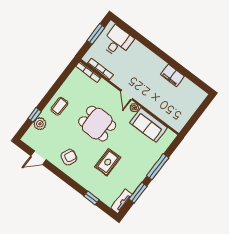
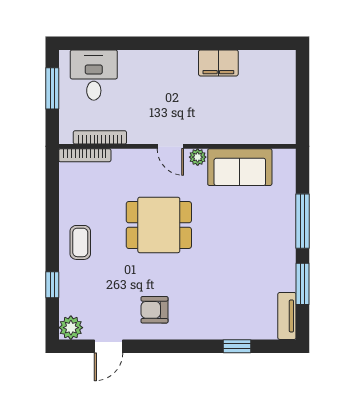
plant: (40, 124) -> (71, 328), moved
armchair: (69, 157) -> (154, 310), turned -115
rug: (108, 162) -> (220, 272), removed

